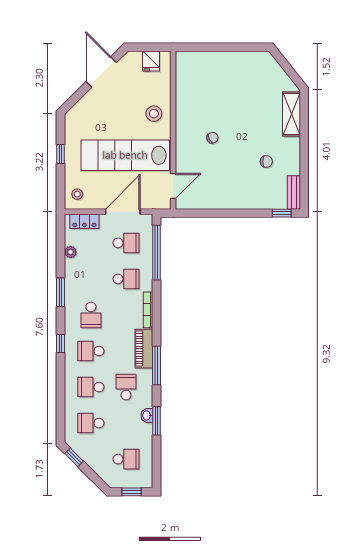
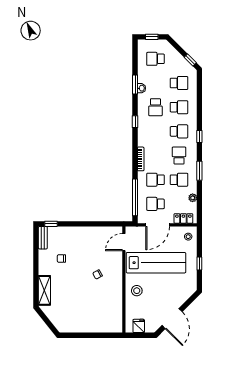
school desk: (91, 279) -> (179, 180), added
piano: (144, 349) -> (143, 133), removed
window: (156, 366) -> (135, 122), width x0.46

